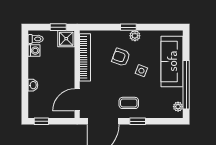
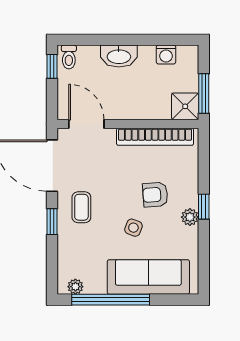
window: (58, 27) -> (204, 93), width x1.50
toilet: (36, 39) -> (69, 57), moved
armchair: (121, 57) -> (155, 195), turned -114
washbasin: (33, 85) -> (119, 56), width x1.91, depth x1.45

